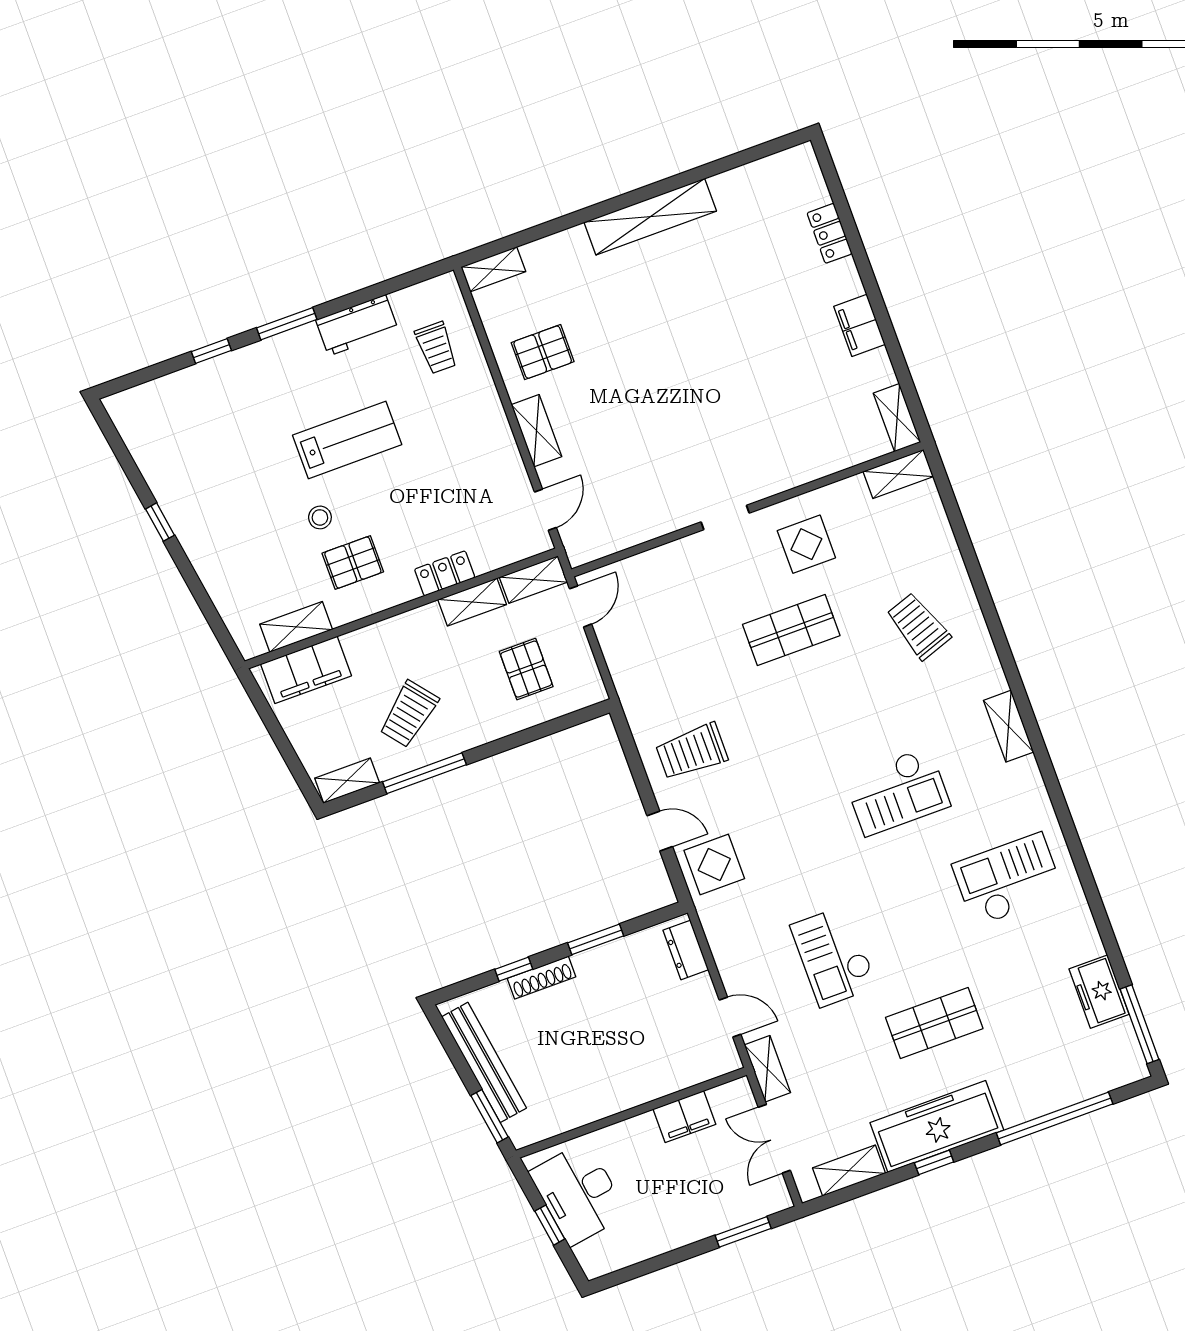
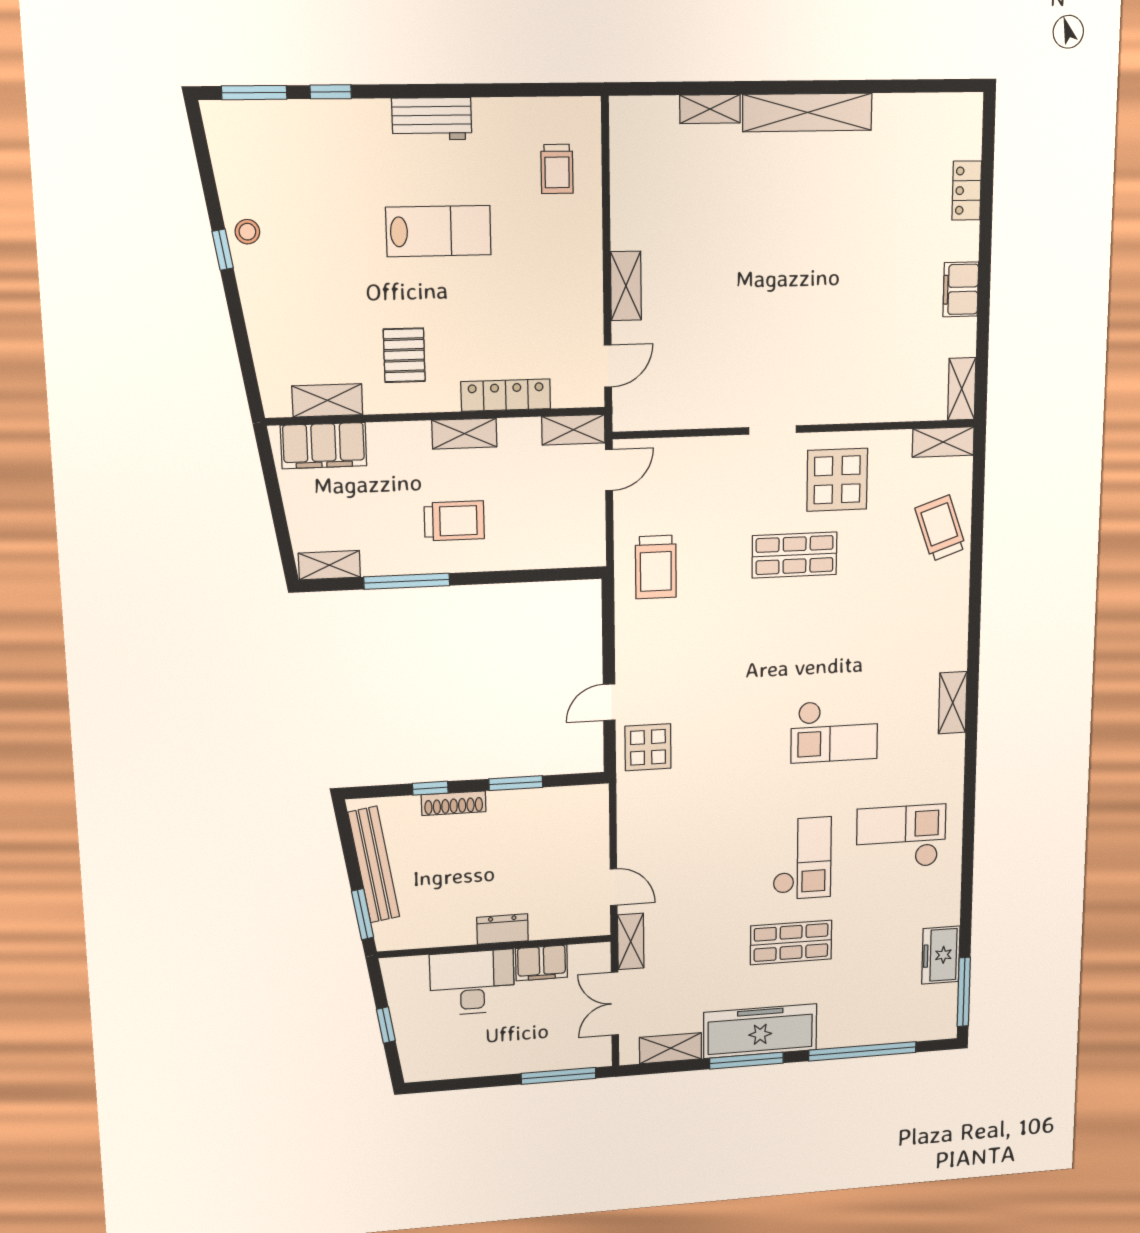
shelving: (493, 269) -> (710, 109), moved
window: (287, 324) -> (254, 93), moved
workbench: (357, 325) -> (432, 119), moved
pallet: (543, 352) -> (658, 210), removed
stool: (320, 517) -> (247, 232), moved
display table: (806, 544) -> (837, 480), width x1.36, depth x1.36
pallet: (353, 562) -> (404, 355), turned 90
locker: (445, 573) -> (506, 395), width x1.53
shelving: (472, 602) -> (464, 434), moved
trolley: (918, 626) -> (941, 528), moved
pallet: (526, 669) -> (537, 513), removed
trolley: (409, 714) -> (454, 521), moved, turned -141
trolley: (692, 751) -> (656, 567), moved, turned -90
door: (660, 831) -> (609, 702), swing flipped
dresser: (686, 950) -> (503, 929), moved, turned 90
checkout: (834, 956) -> (802, 859), moved, turned 180
window: (934, 1162) -> (747, 1061), width x2.17
desk: (578, 1193) -> (472, 983), moved, turned 99
window: (743, 1232) -> (559, 1076), width x1.44

